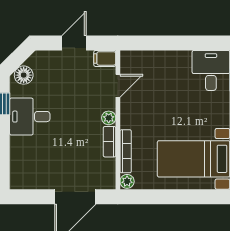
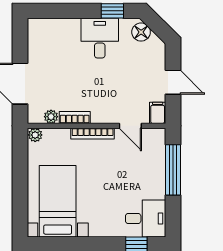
window: (162, 43) -> (173, 170), added
plant: (109, 118) -> (51, 117), moved
bookcase: (126, 151) -> (93, 134), moved

